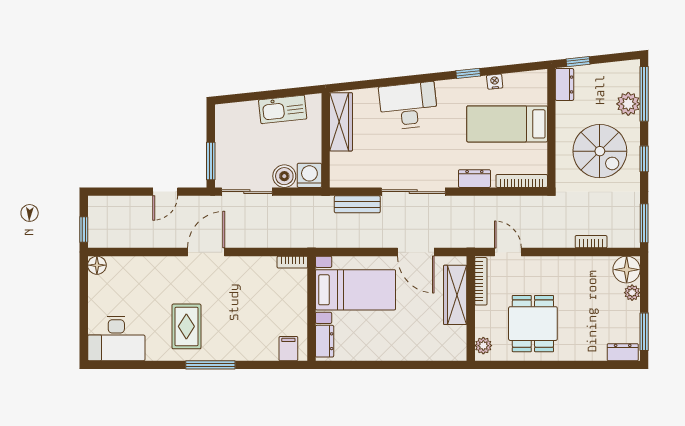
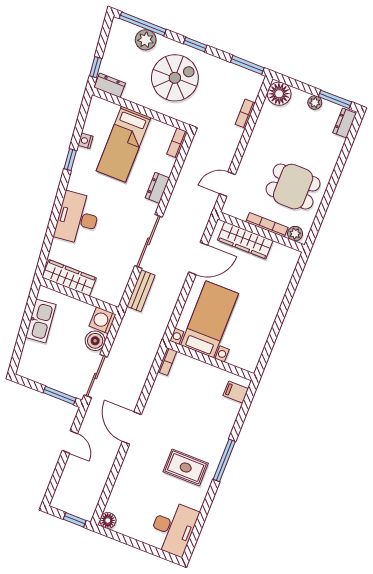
bookcase: (522, 181) -> (177, 143), width x0.64
bookcase: (481, 281) -> (267, 225), moved
plant: (632, 293) -> (315, 103), moved
dresser: (325, 341) -> (241, 361), removed

